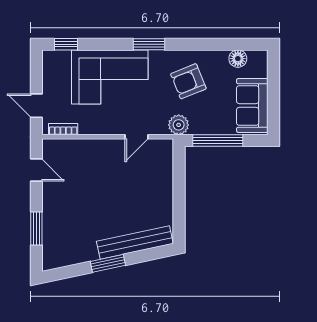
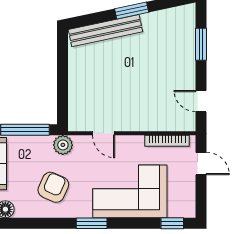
armchair: (188, 81) -> (53, 187), turned -44
bookcase: (63, 129) -> (167, 141), width x1.56
door: (137, 137) -> (104, 133), swing flipped

